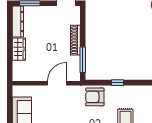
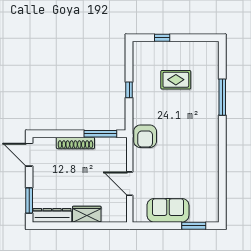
door: (57, 83) -> (130, 184), moved
armchair: (95, 97) -> (145, 136), moved

